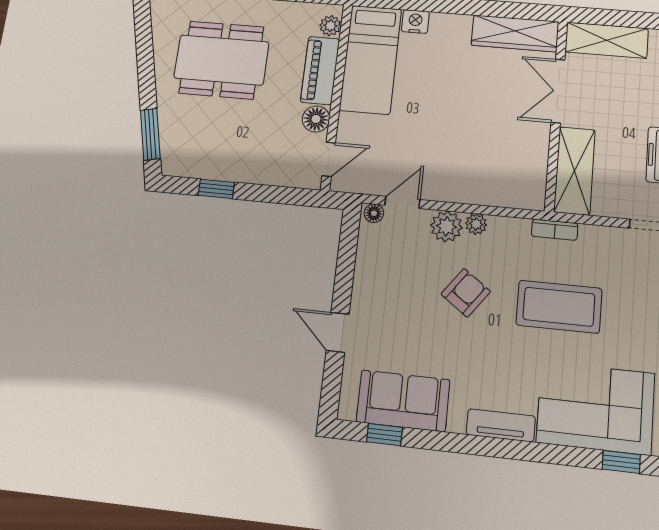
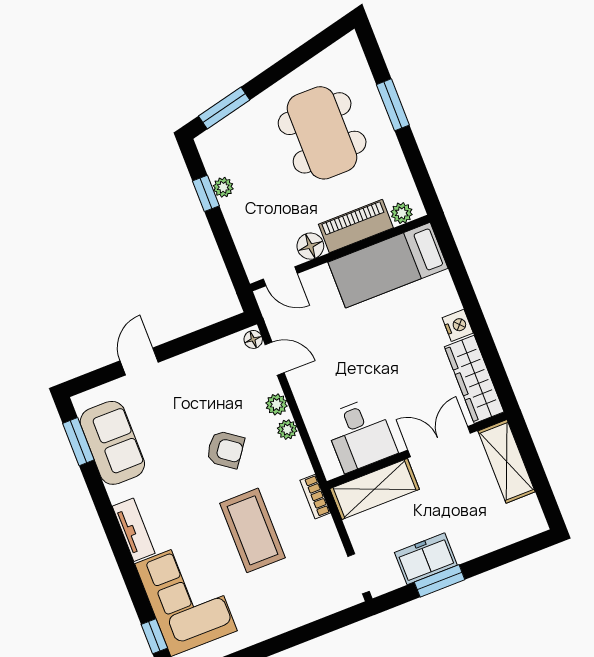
nightstand: (415, 22) -> (458, 325), moved
desk: (515, 159) -> (360, 435), added
plant: (220, 170) -> (223, 187), added
plant: (446, 226) -> (277, 404), width x0.73, depth x0.73
window: (384, 435) -> (78, 442), width x1.50

